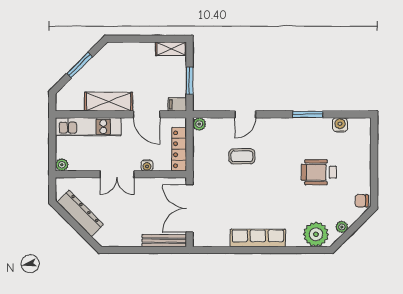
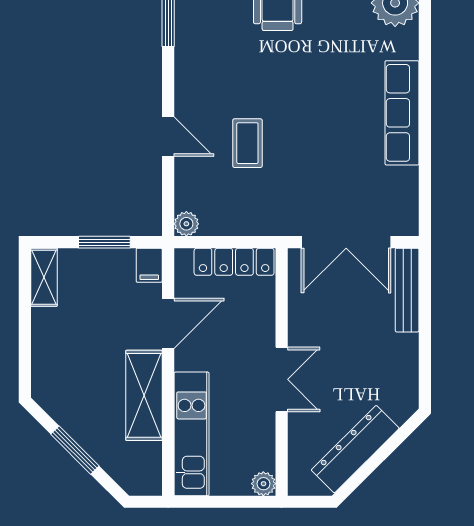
water cooler: (147, 165) -> (265, 323), removed

